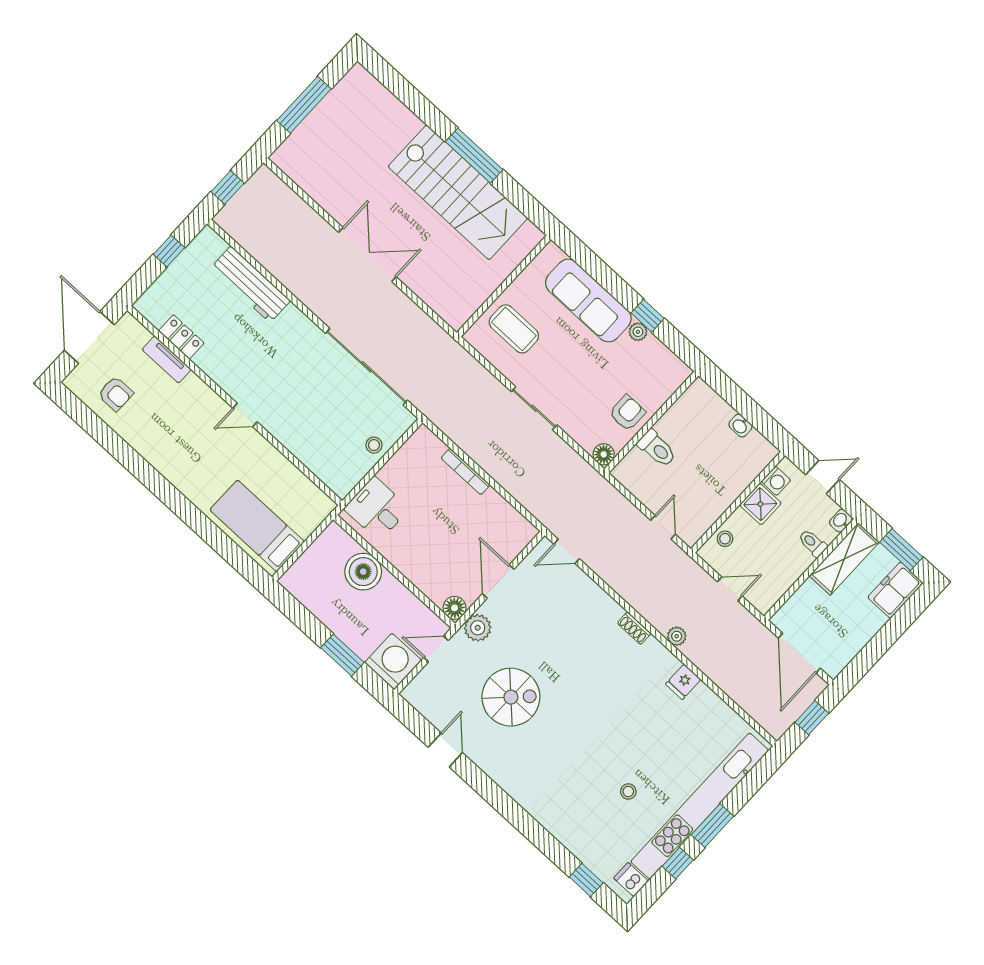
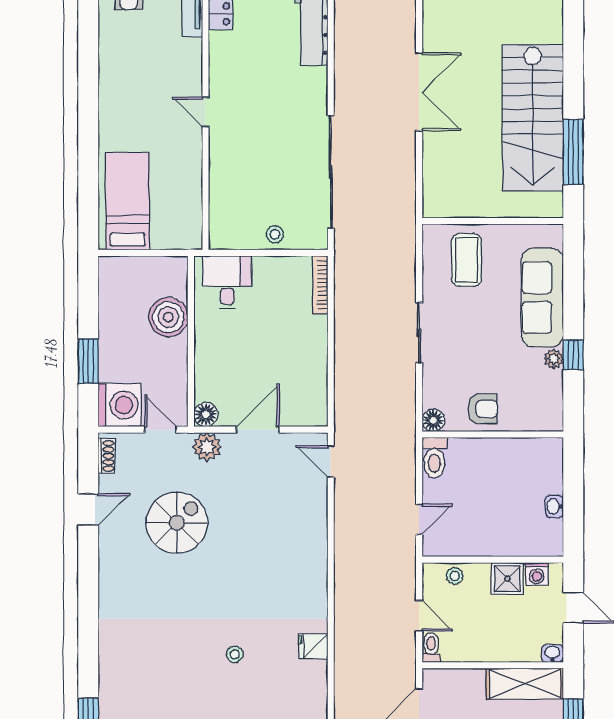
window: (474, 156) -> (573, 152), moved
toilet: (657, 448) -> (434, 458), moved
bookcase: (465, 471) -> (320, 285), moved
toilet: (813, 543) -> (431, 647), moved
shoe rack: (634, 628) -> (106, 456), moved, turned 180
plant: (677, 636) -> (344, 608), removed
spiral stairs: (511, 697) -> (177, 523), turned -90
stool: (628, 792) -> (235, 654), moved

